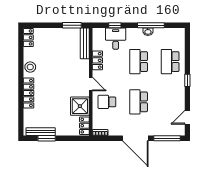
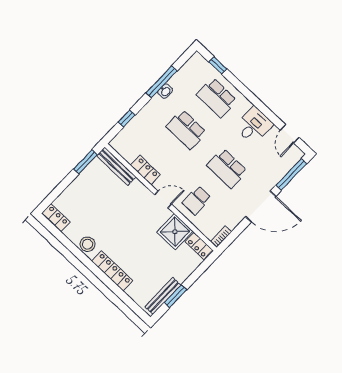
desk: (116, 39) -> (254, 125), moved, turned 90
window: (187, 80) -> (218, 65), moved

